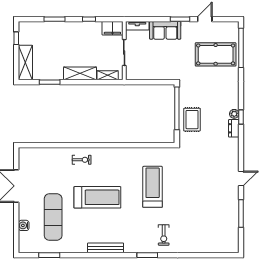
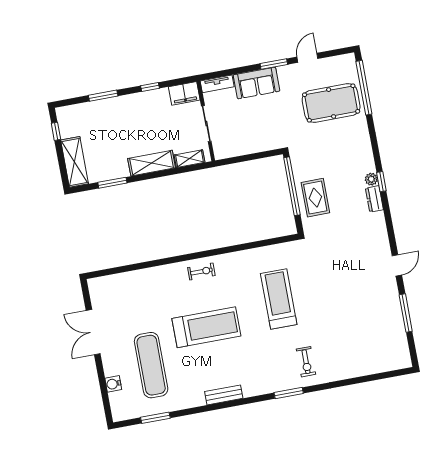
exercise bike: (82, 160) -> (201, 272), moved
bench: (106, 248) -> (224, 395), width x0.73

